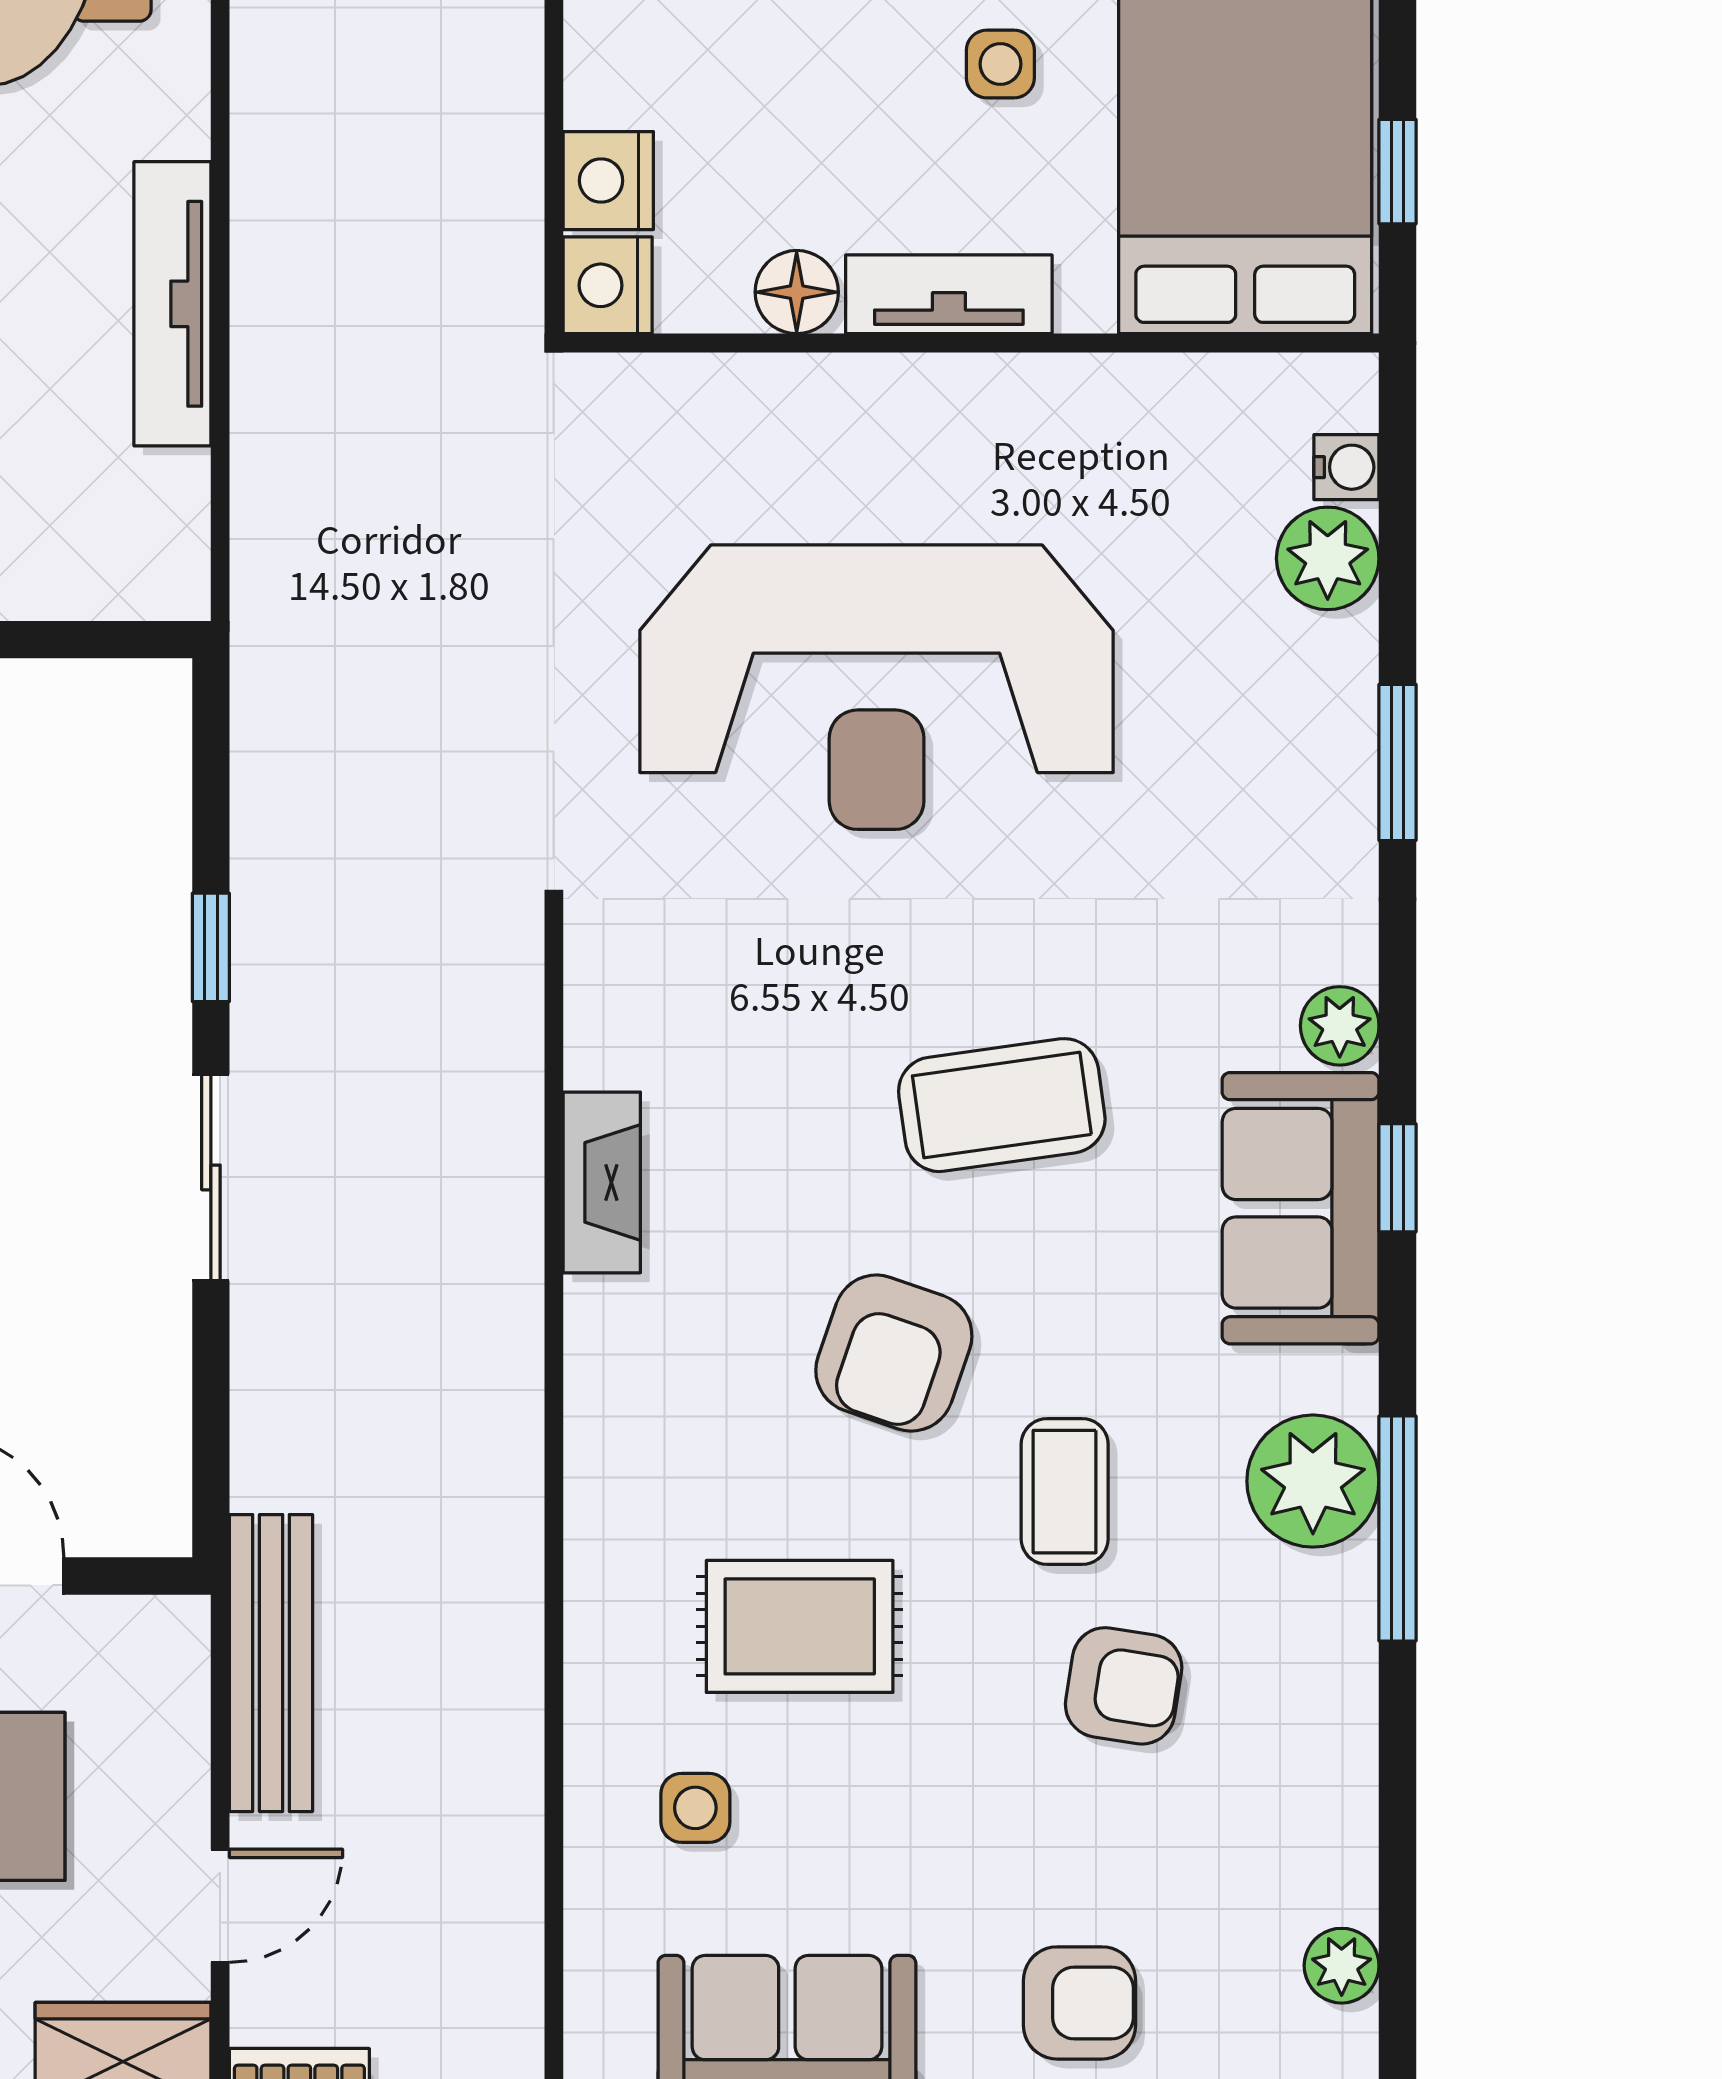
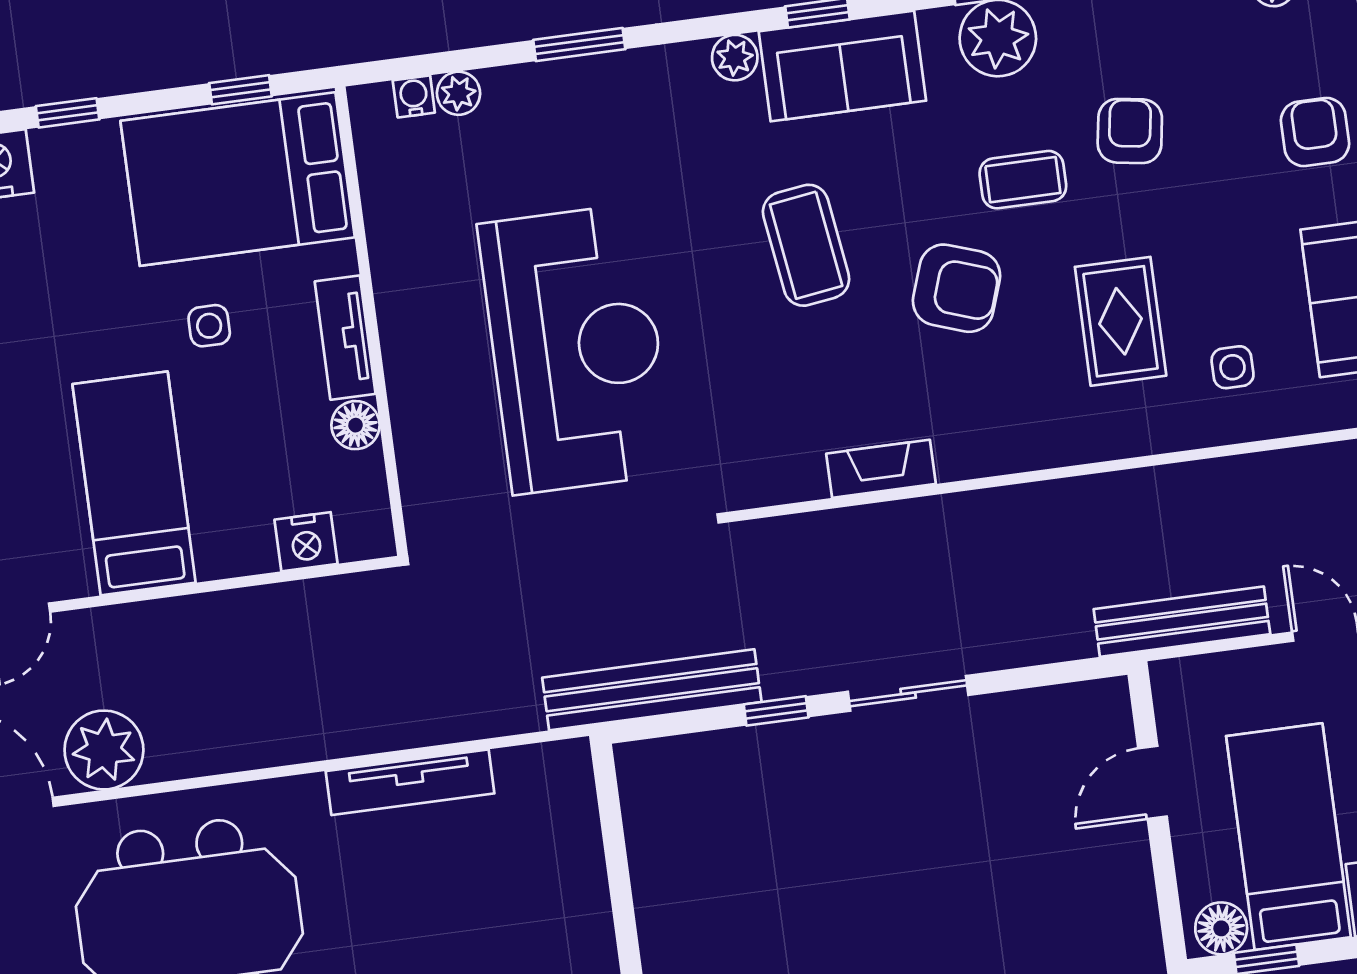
nightstand: (608, 285) -> (366, 534), removed
plant: (1328, 558) -> (459, 93), width x0.73, depth x0.73
bench: (275, 739) -> (652, 690), added

